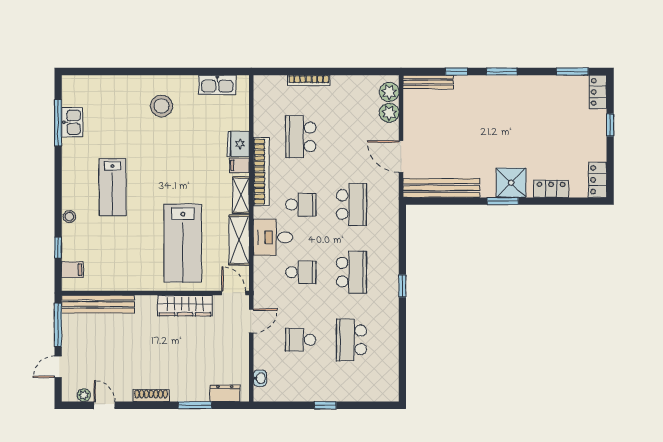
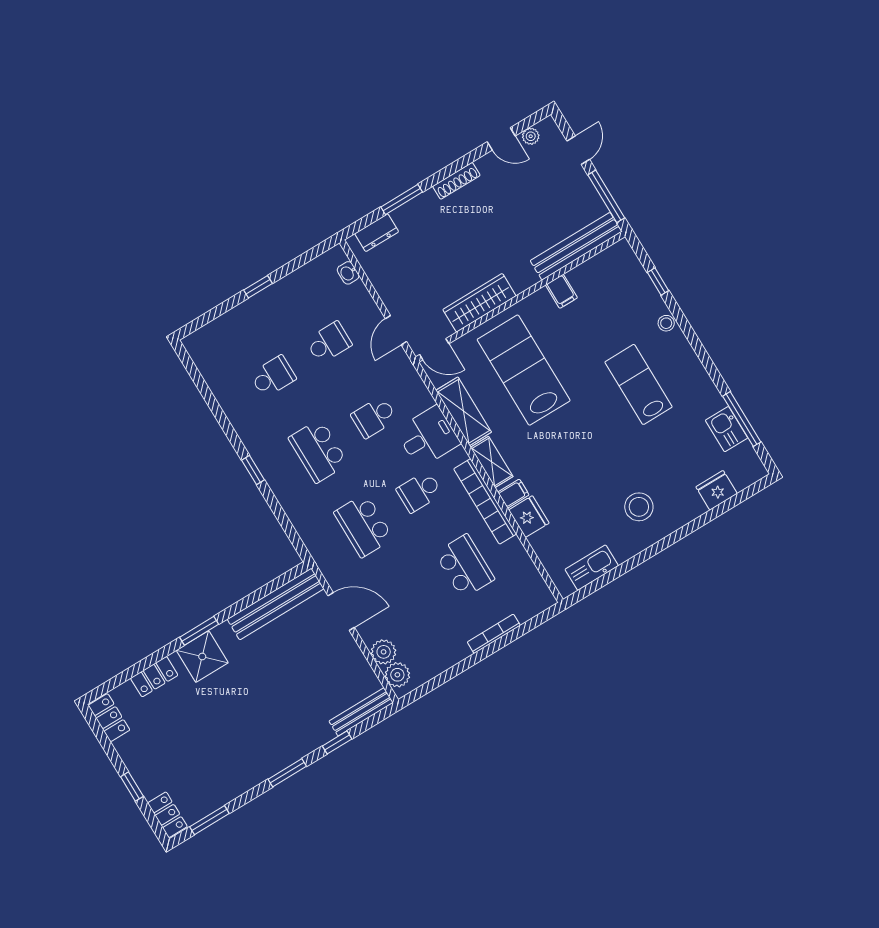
fridge: (103, 86) -> (717, 490), added
filing cabinet: (72, 270) -> (561, 291), moved, turned -90
school desk: (351, 340) -> (273, 376), width x0.54

